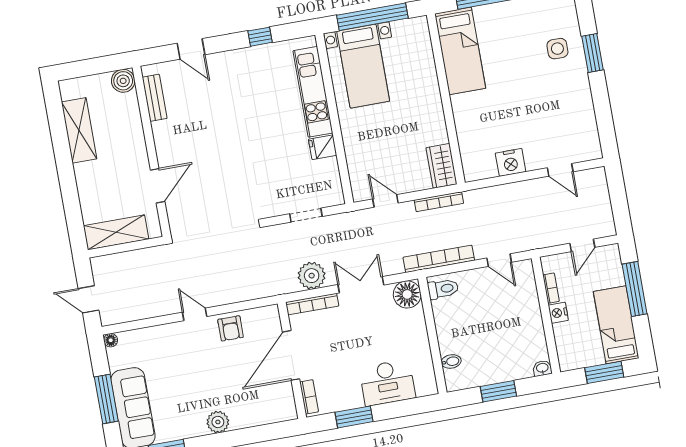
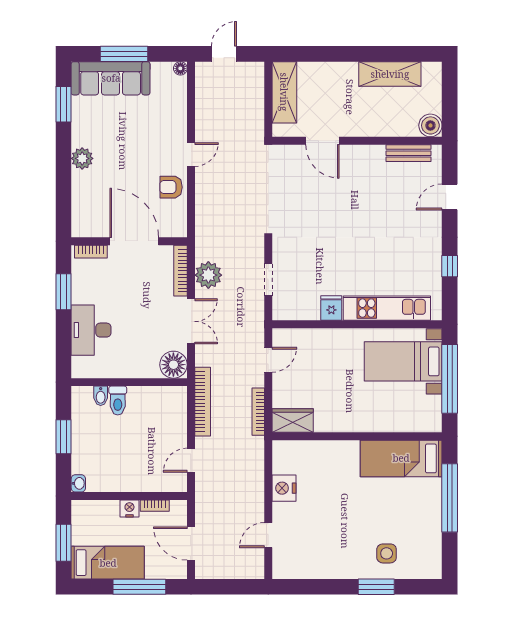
door: (582, 245) -> (191, 544), width x1.38
toilet: (443, 289) -> (118, 401), moved

